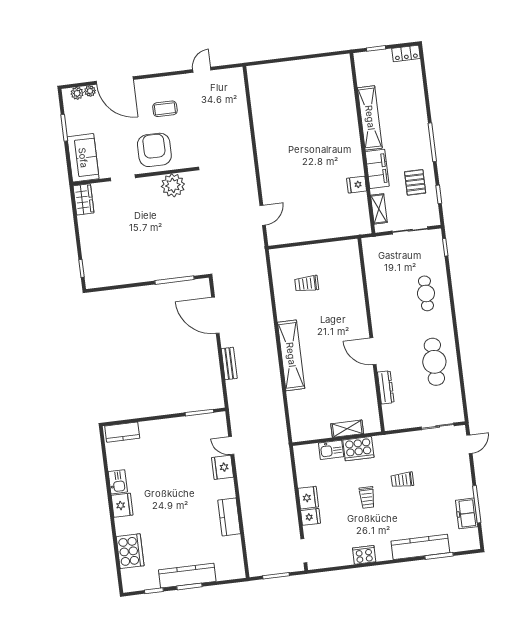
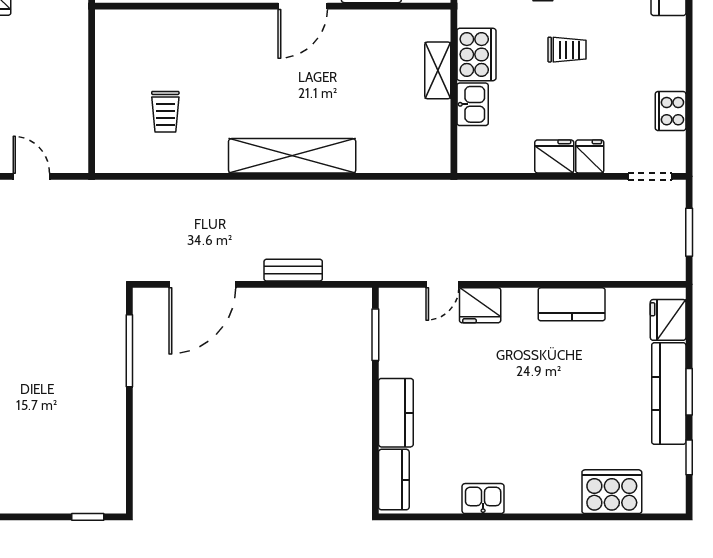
kitchen counter: (159, 429) -> (396, 413), added
fridge: (122, 505) -> (668, 320), moved, turned -90
cooker: (364, 555) -> (671, 111), moved

